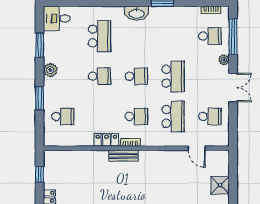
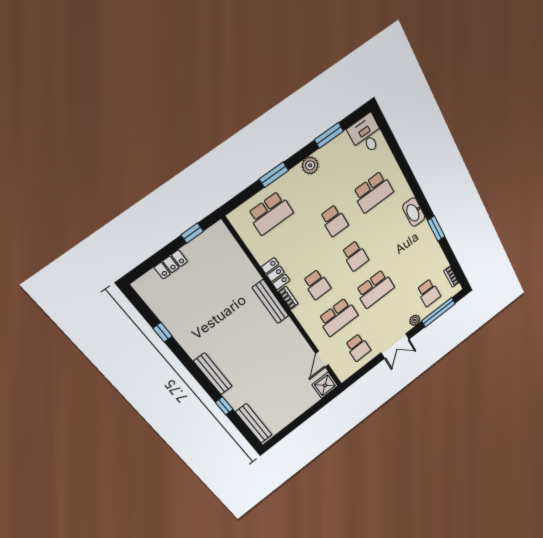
school desk: (63, 116) -> (270, 213), width x1.85
bench: (124, 156) -> (271, 302), width x1.36
shower: (220, 185) -> (325, 385), moved

